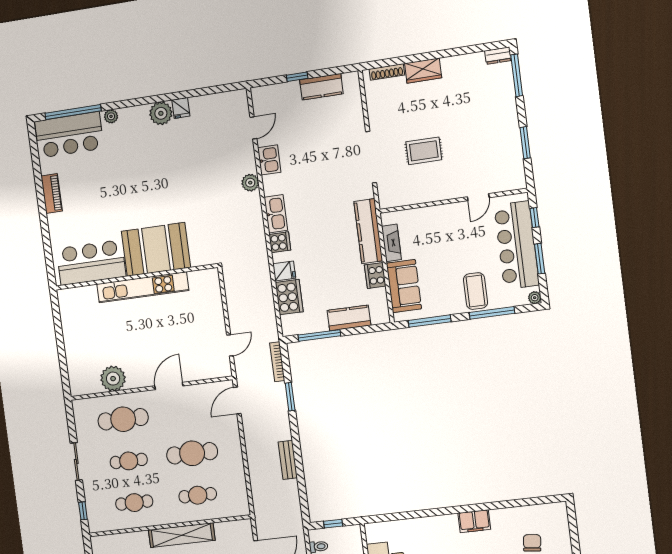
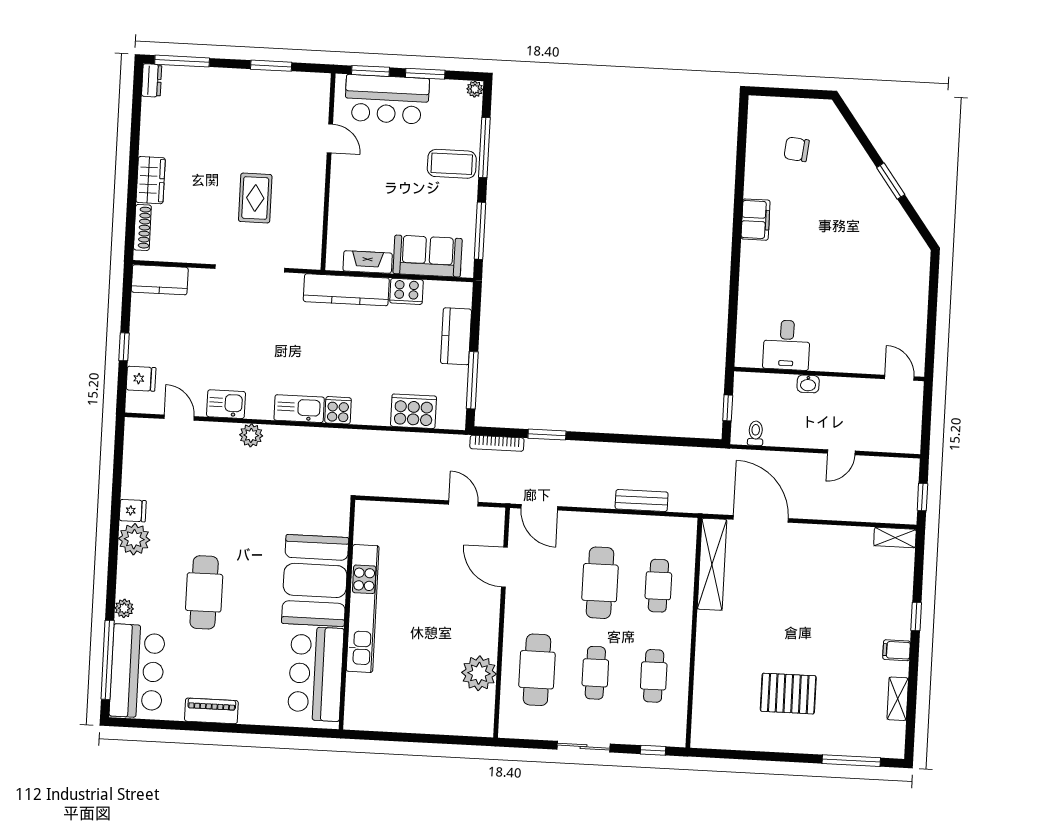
kitchen counter: (321, 87) -> (160, 280), moved, turned 90
cafe table: (133, 171) -> (204, 592), added
window: (534, 218) -> (370, 71), width x1.50
bar counter: (517, 245) -> (387, 99), width x0.73
fridge: (284, 271) -> (141, 379), moved, turned 90
door: (169, 386) -> (504, 567), moved
bench: (288, 460) -> (642, 500), moved
shelving: (182, 535) -> (712, 564), moved

